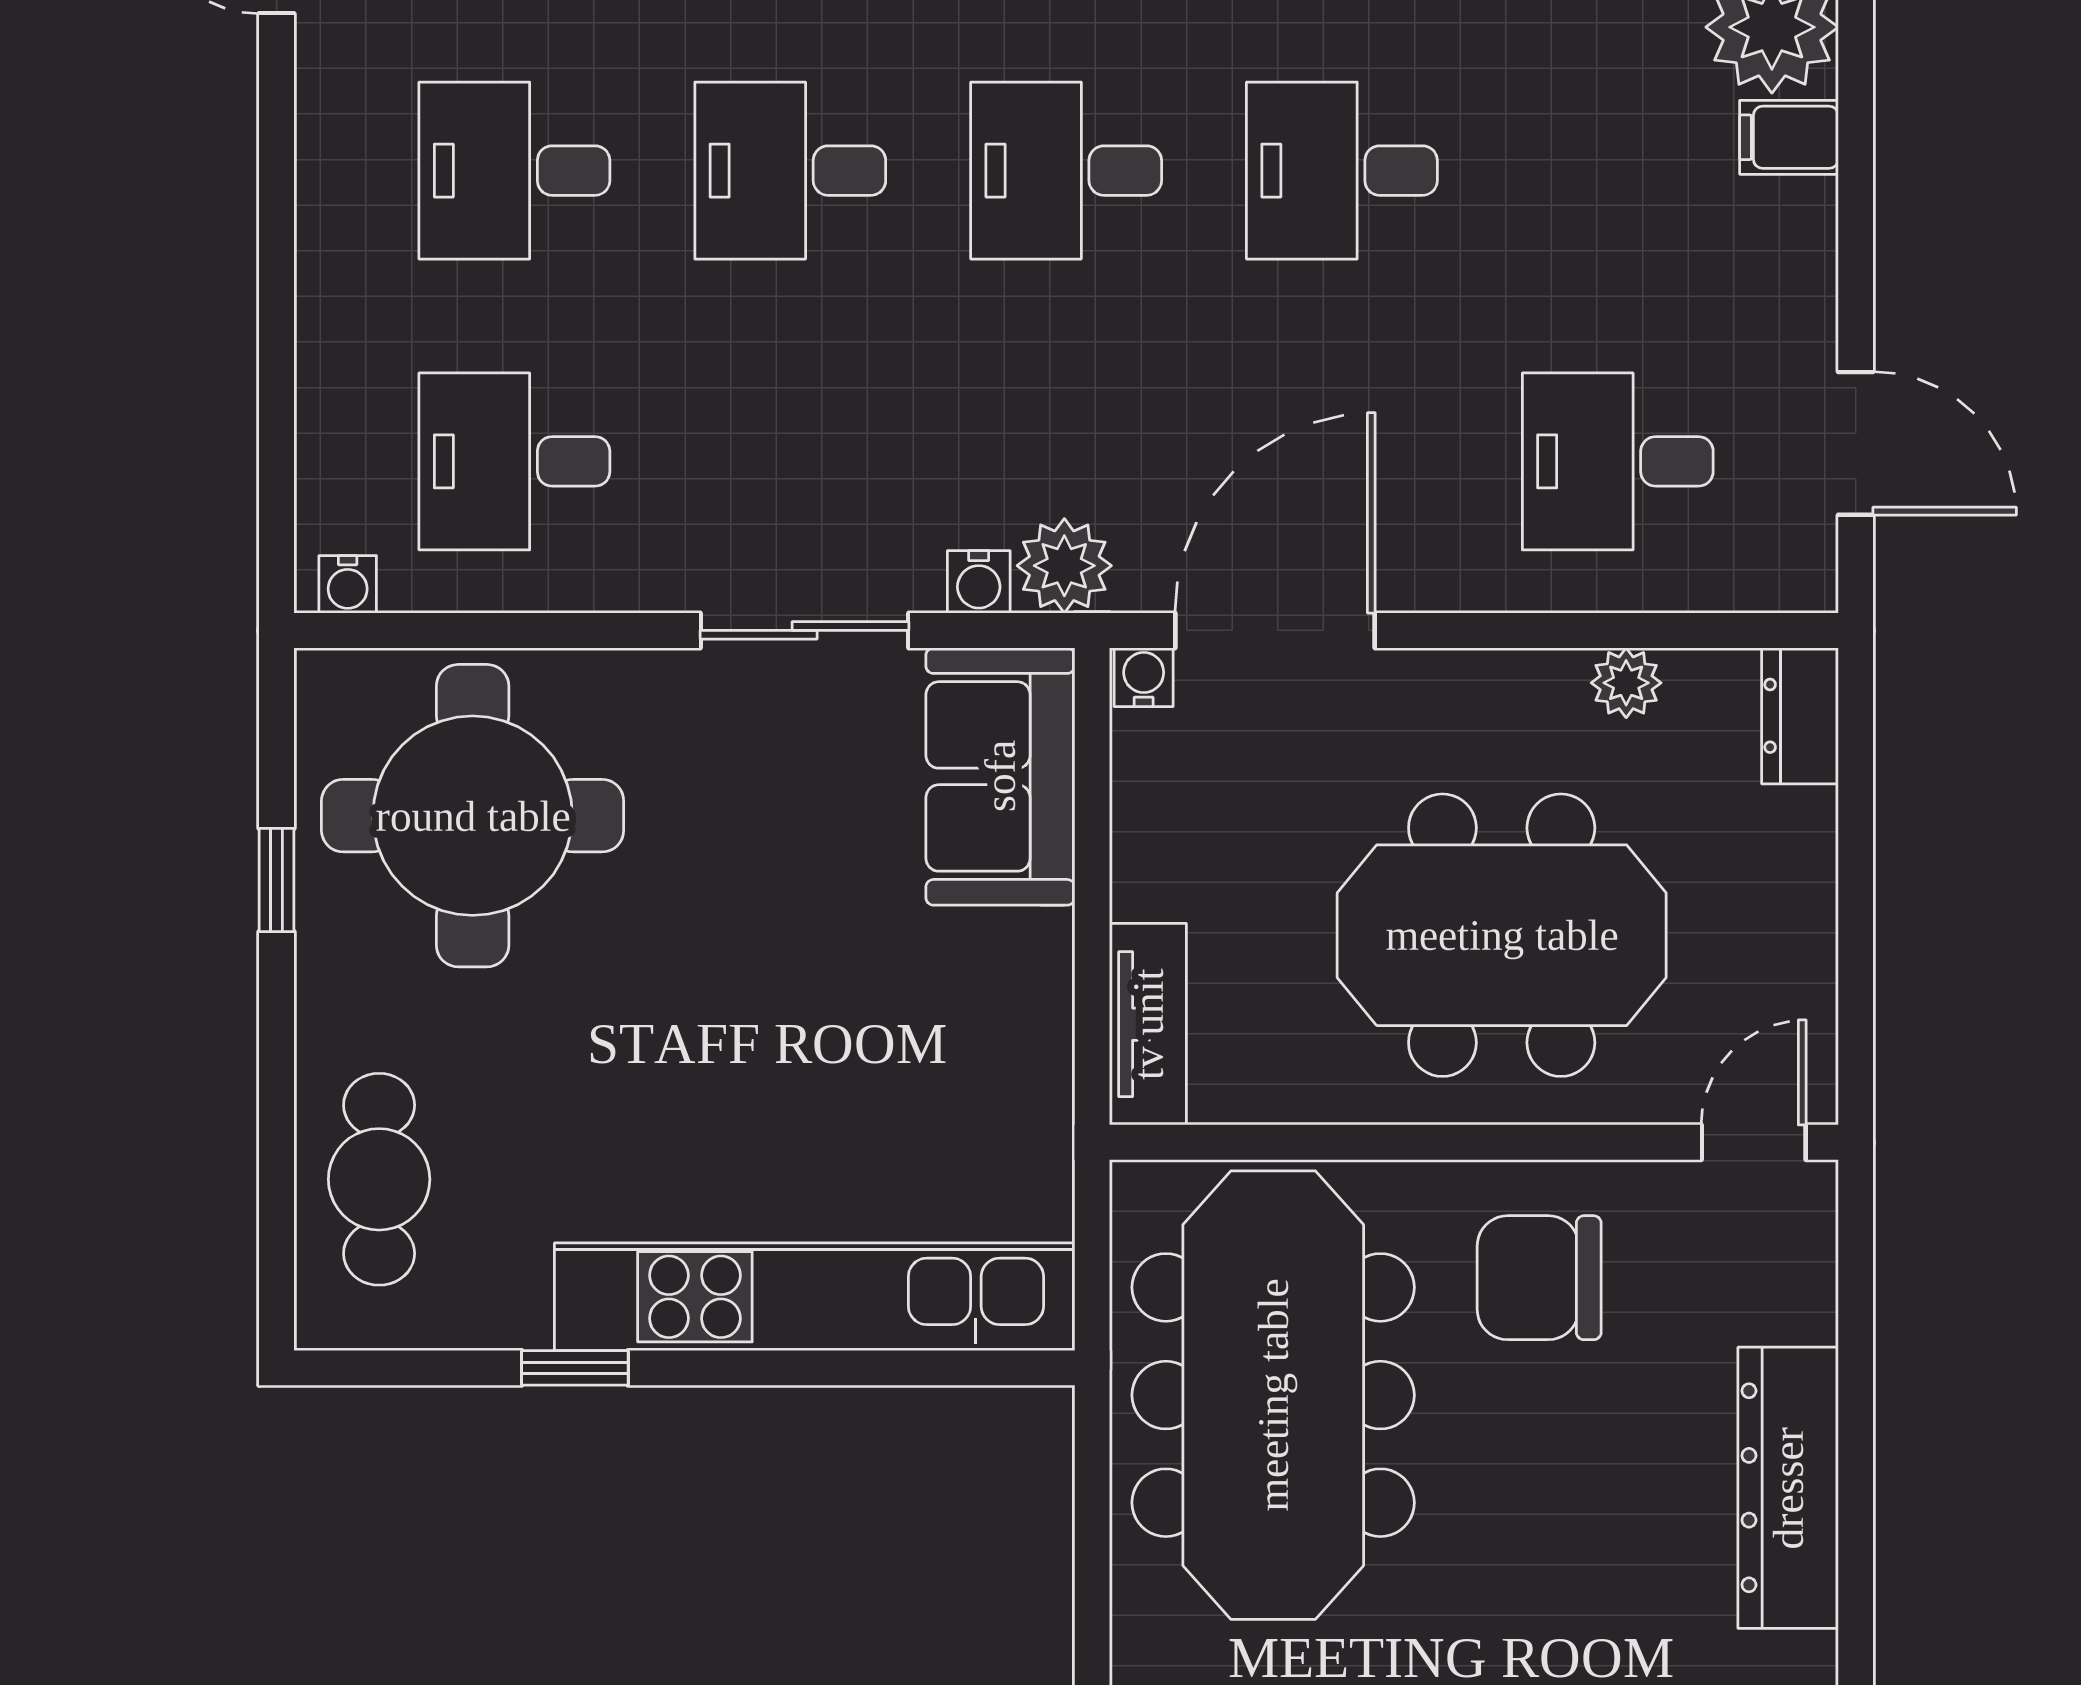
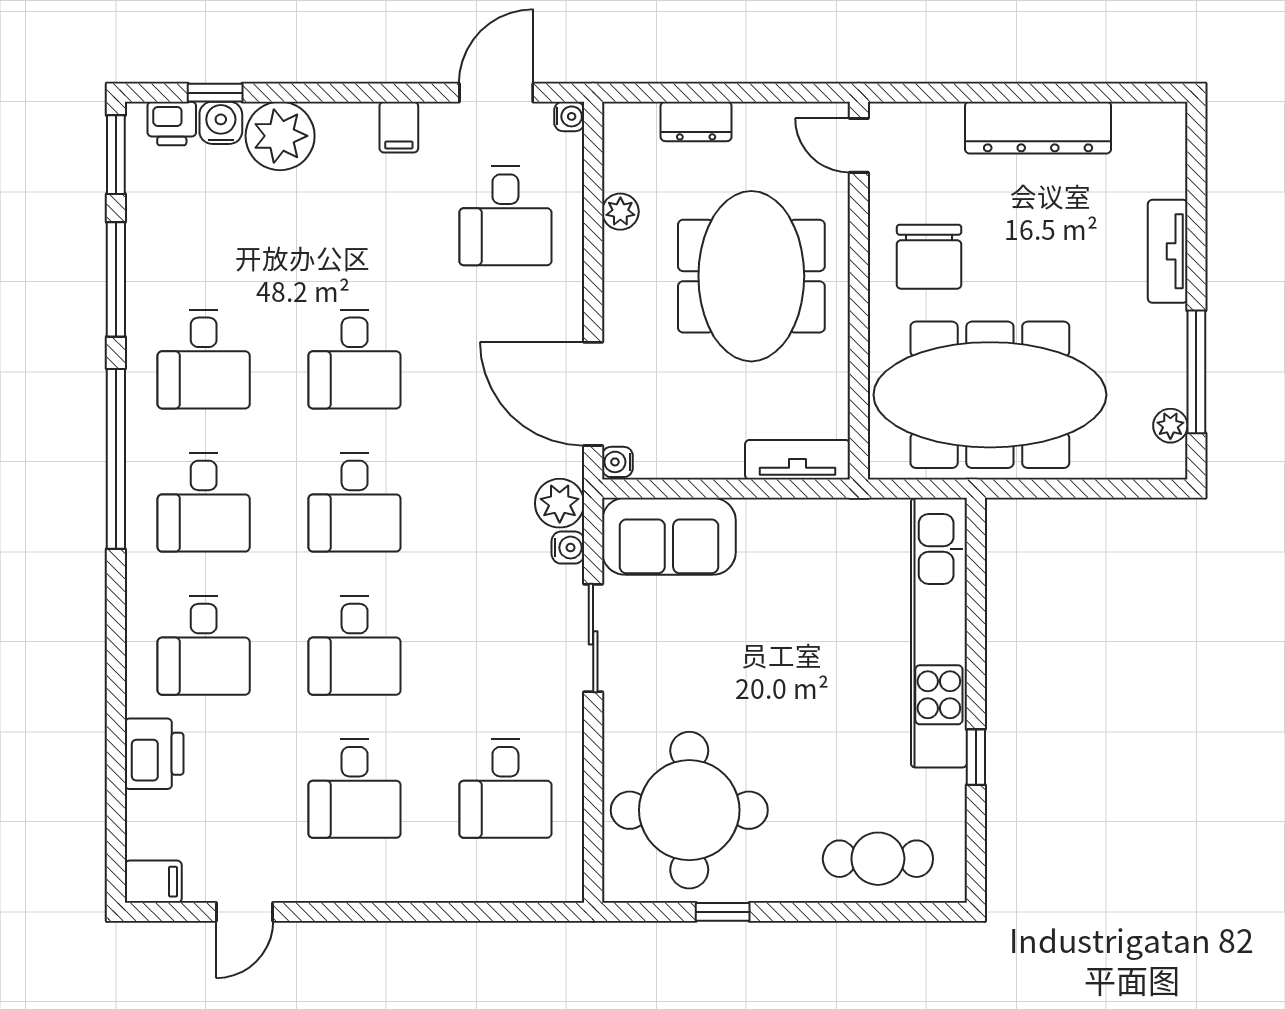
filing cabinet: (1789, 137) -> (399, 127), moved
water cooler: (348, 584) -> (569, 116), moved
dresser: (1800, 716) -> (696, 121), moved

